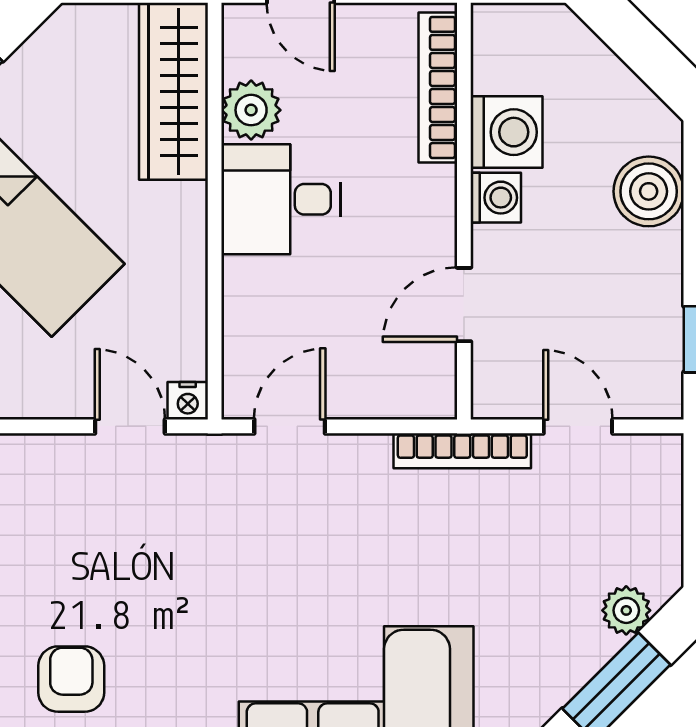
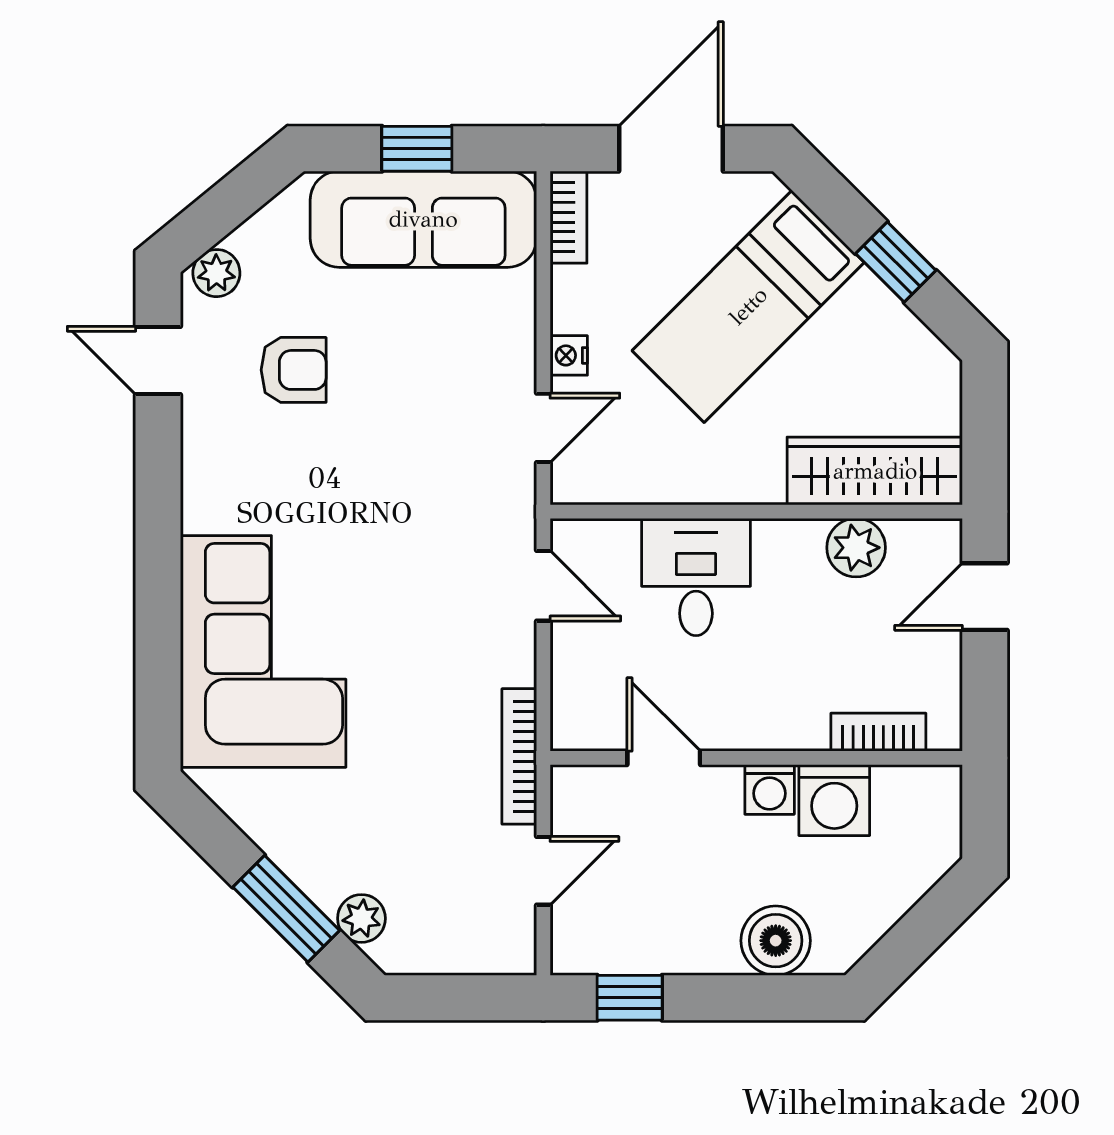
bookcase: (438, 87) -> (878, 732), width x0.64
desk: (281, 199) -> (696, 577), moved
nightstand: (188, 401) -> (569, 355), moved

